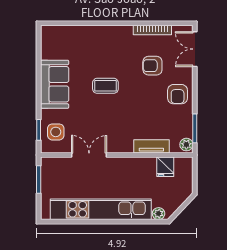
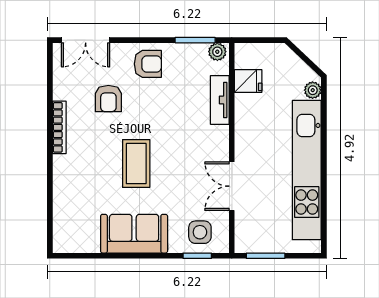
bookcase: (152, 30) -> (59, 127), moved
coffee table: (105, 86) -> (136, 164), width x1.36, depth x1.30

